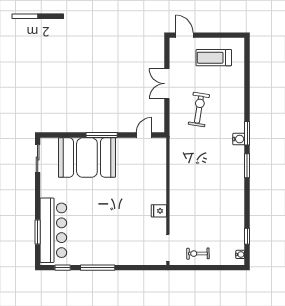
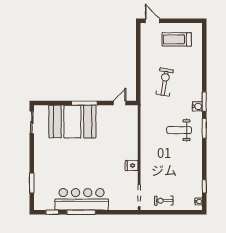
double door: (167, 84) -> (138, 61), removed
weight bench: (217, 168) -> (179, 130), added
bar counter: (53, 230) -> (82, 199), moved, turned -90

